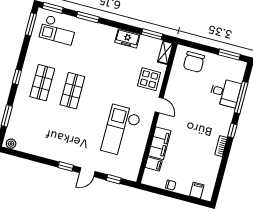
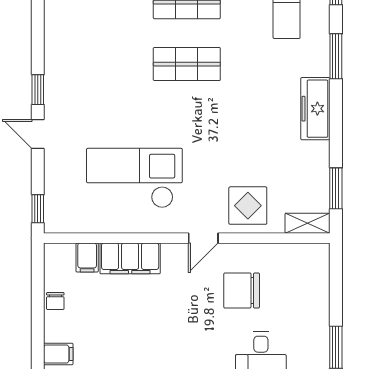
freezer: (127, 38) -> (315, 109), moved, width x1.40
chair: (194, 62) -> (242, 290), moved
window: (114, 179) -> (38, 209), moved

